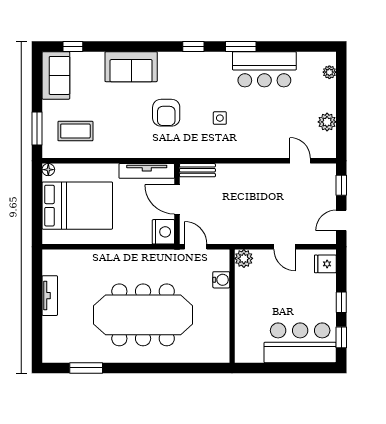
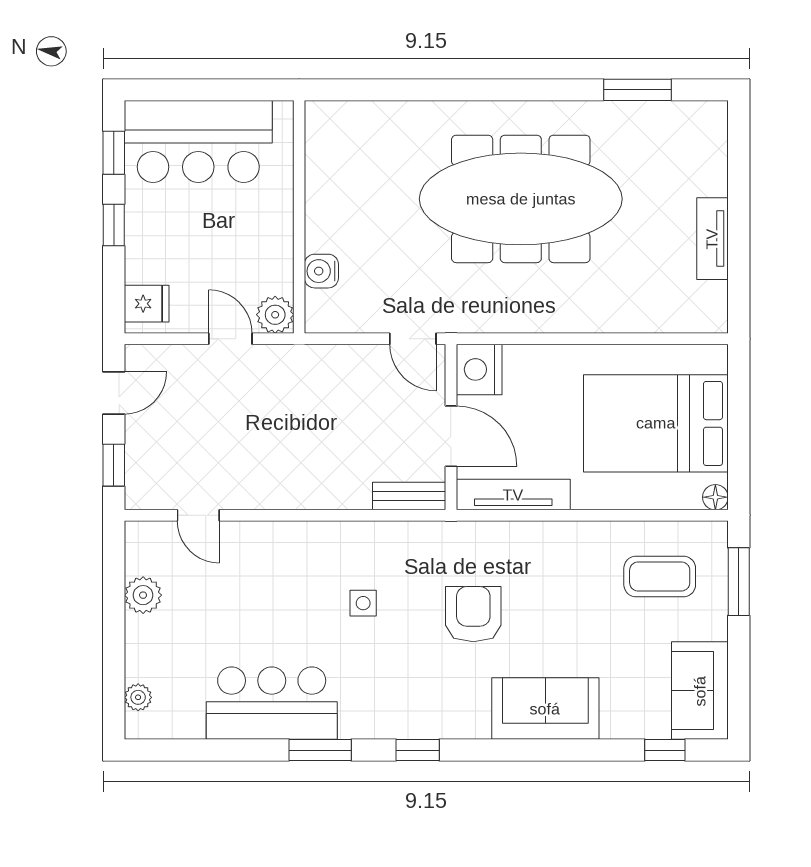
plant: (244, 258) -> (275, 315), moved
water cooler: (221, 280) -> (321, 271), moved
wall: (232, 306) -> (299, 217), moved

